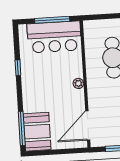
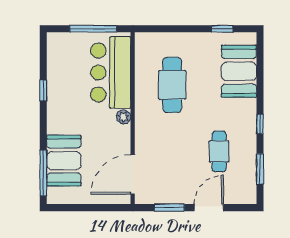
bar counter: (54, 37) -> (111, 73), moved, turned 90
booth: (37, 132) -> (64, 161), moved

